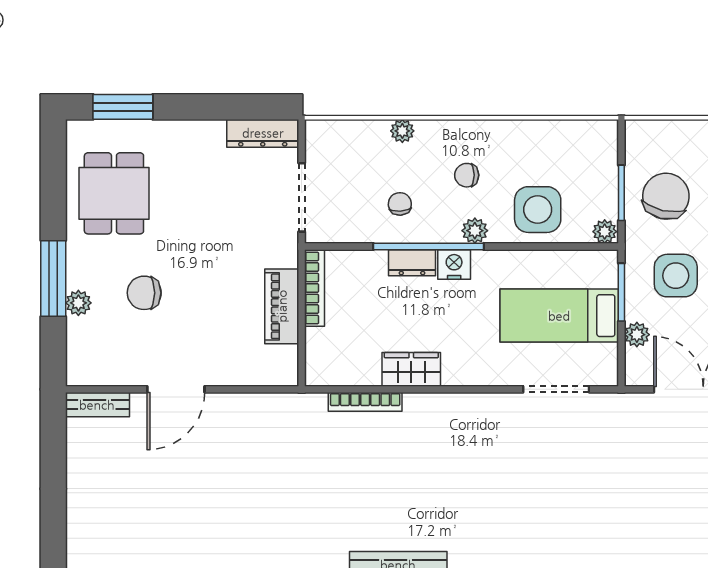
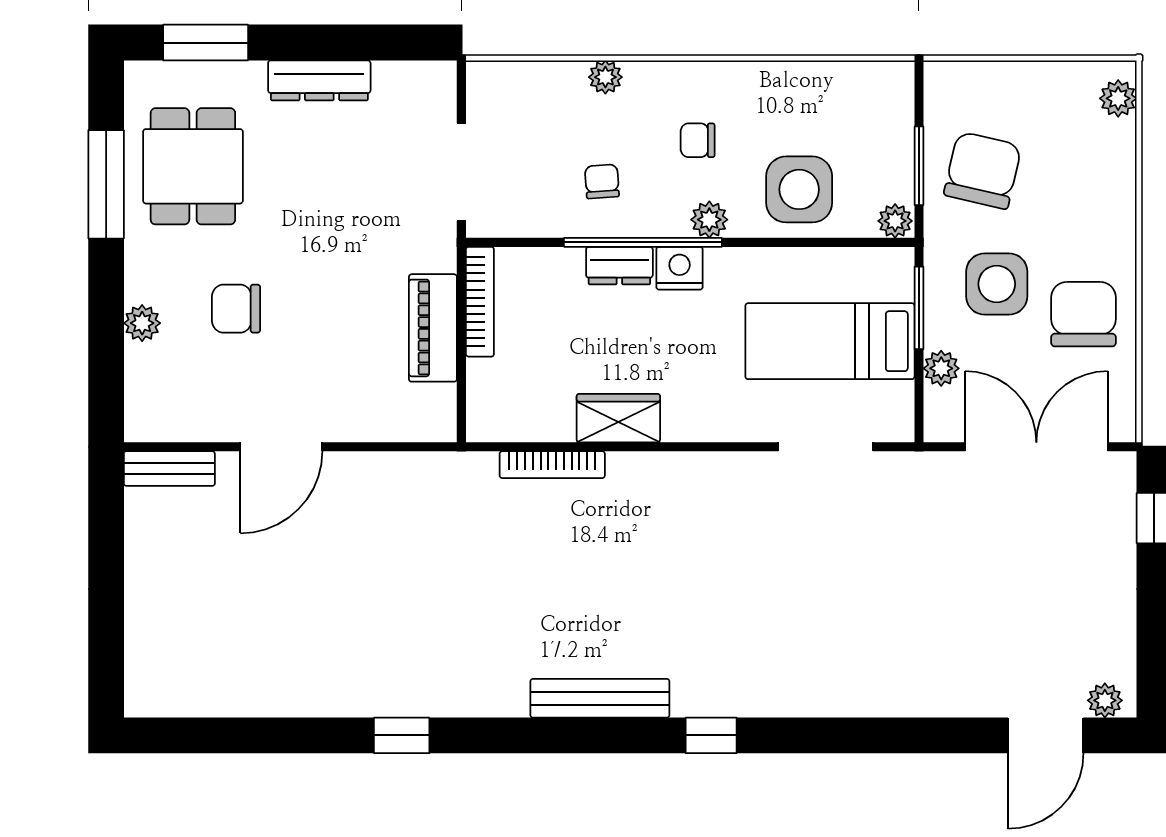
dresser: (263, 133) -> (319, 80), moved
window: (53, 279) -> (106, 184), moved

